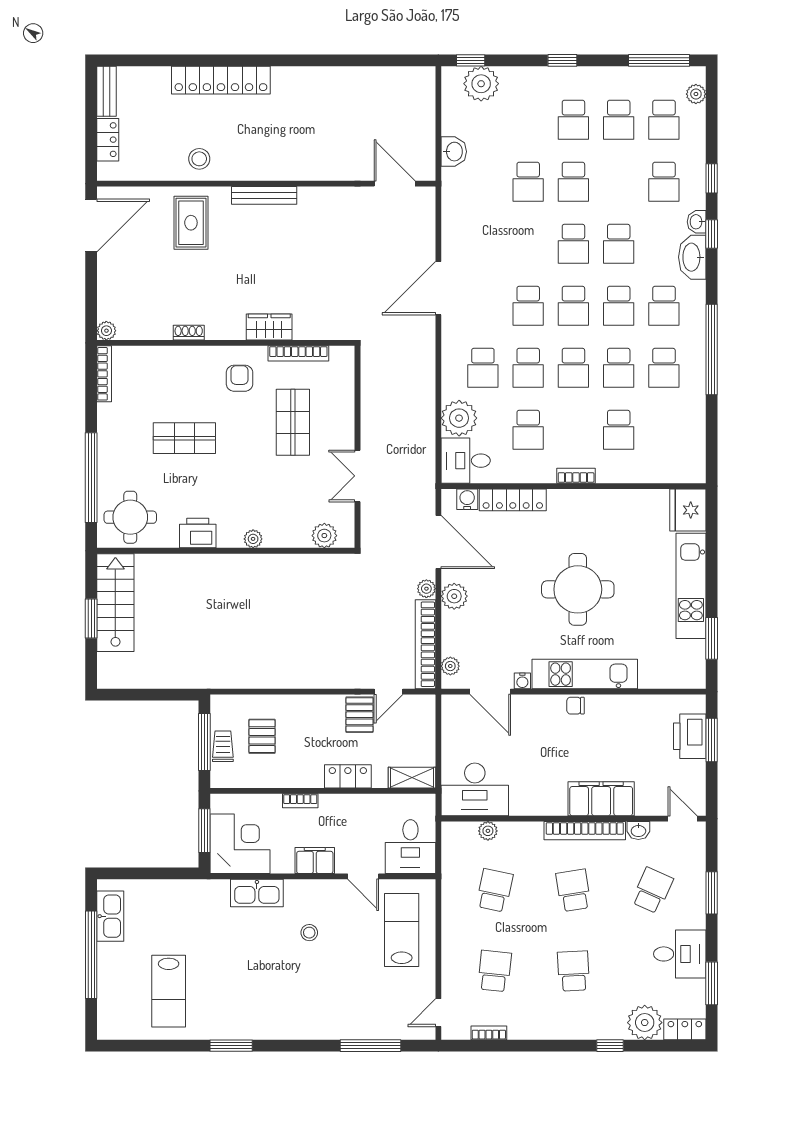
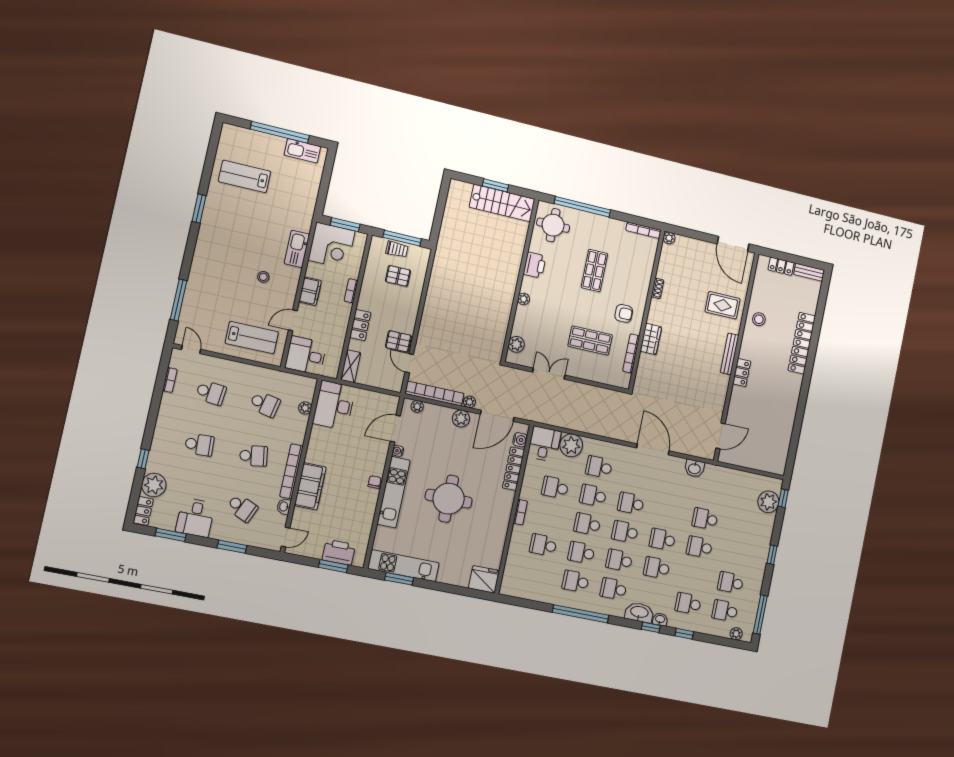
school desk: (573, 120) -> (736, 554), removed
washbasin: (454, 152) -> (694, 468), moved
locker: (289, 170) -> (742, 373), added
kitchen unit: (691, 586) -> (403, 566), moved

